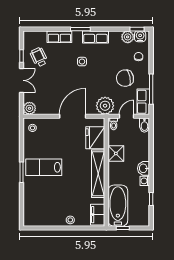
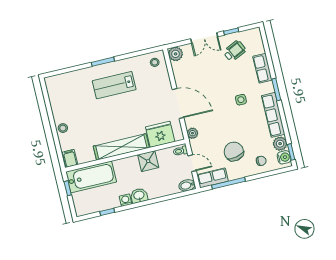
row of seats: (95, 37) -> (273, 115), width x1.48
plant: (105, 106) -> (192, 133), width x0.53, depth x0.53
lab bench: (44, 167) -> (114, 85), turned -90
filing cabinet: (98, 215) -> (70, 158), width x0.50

